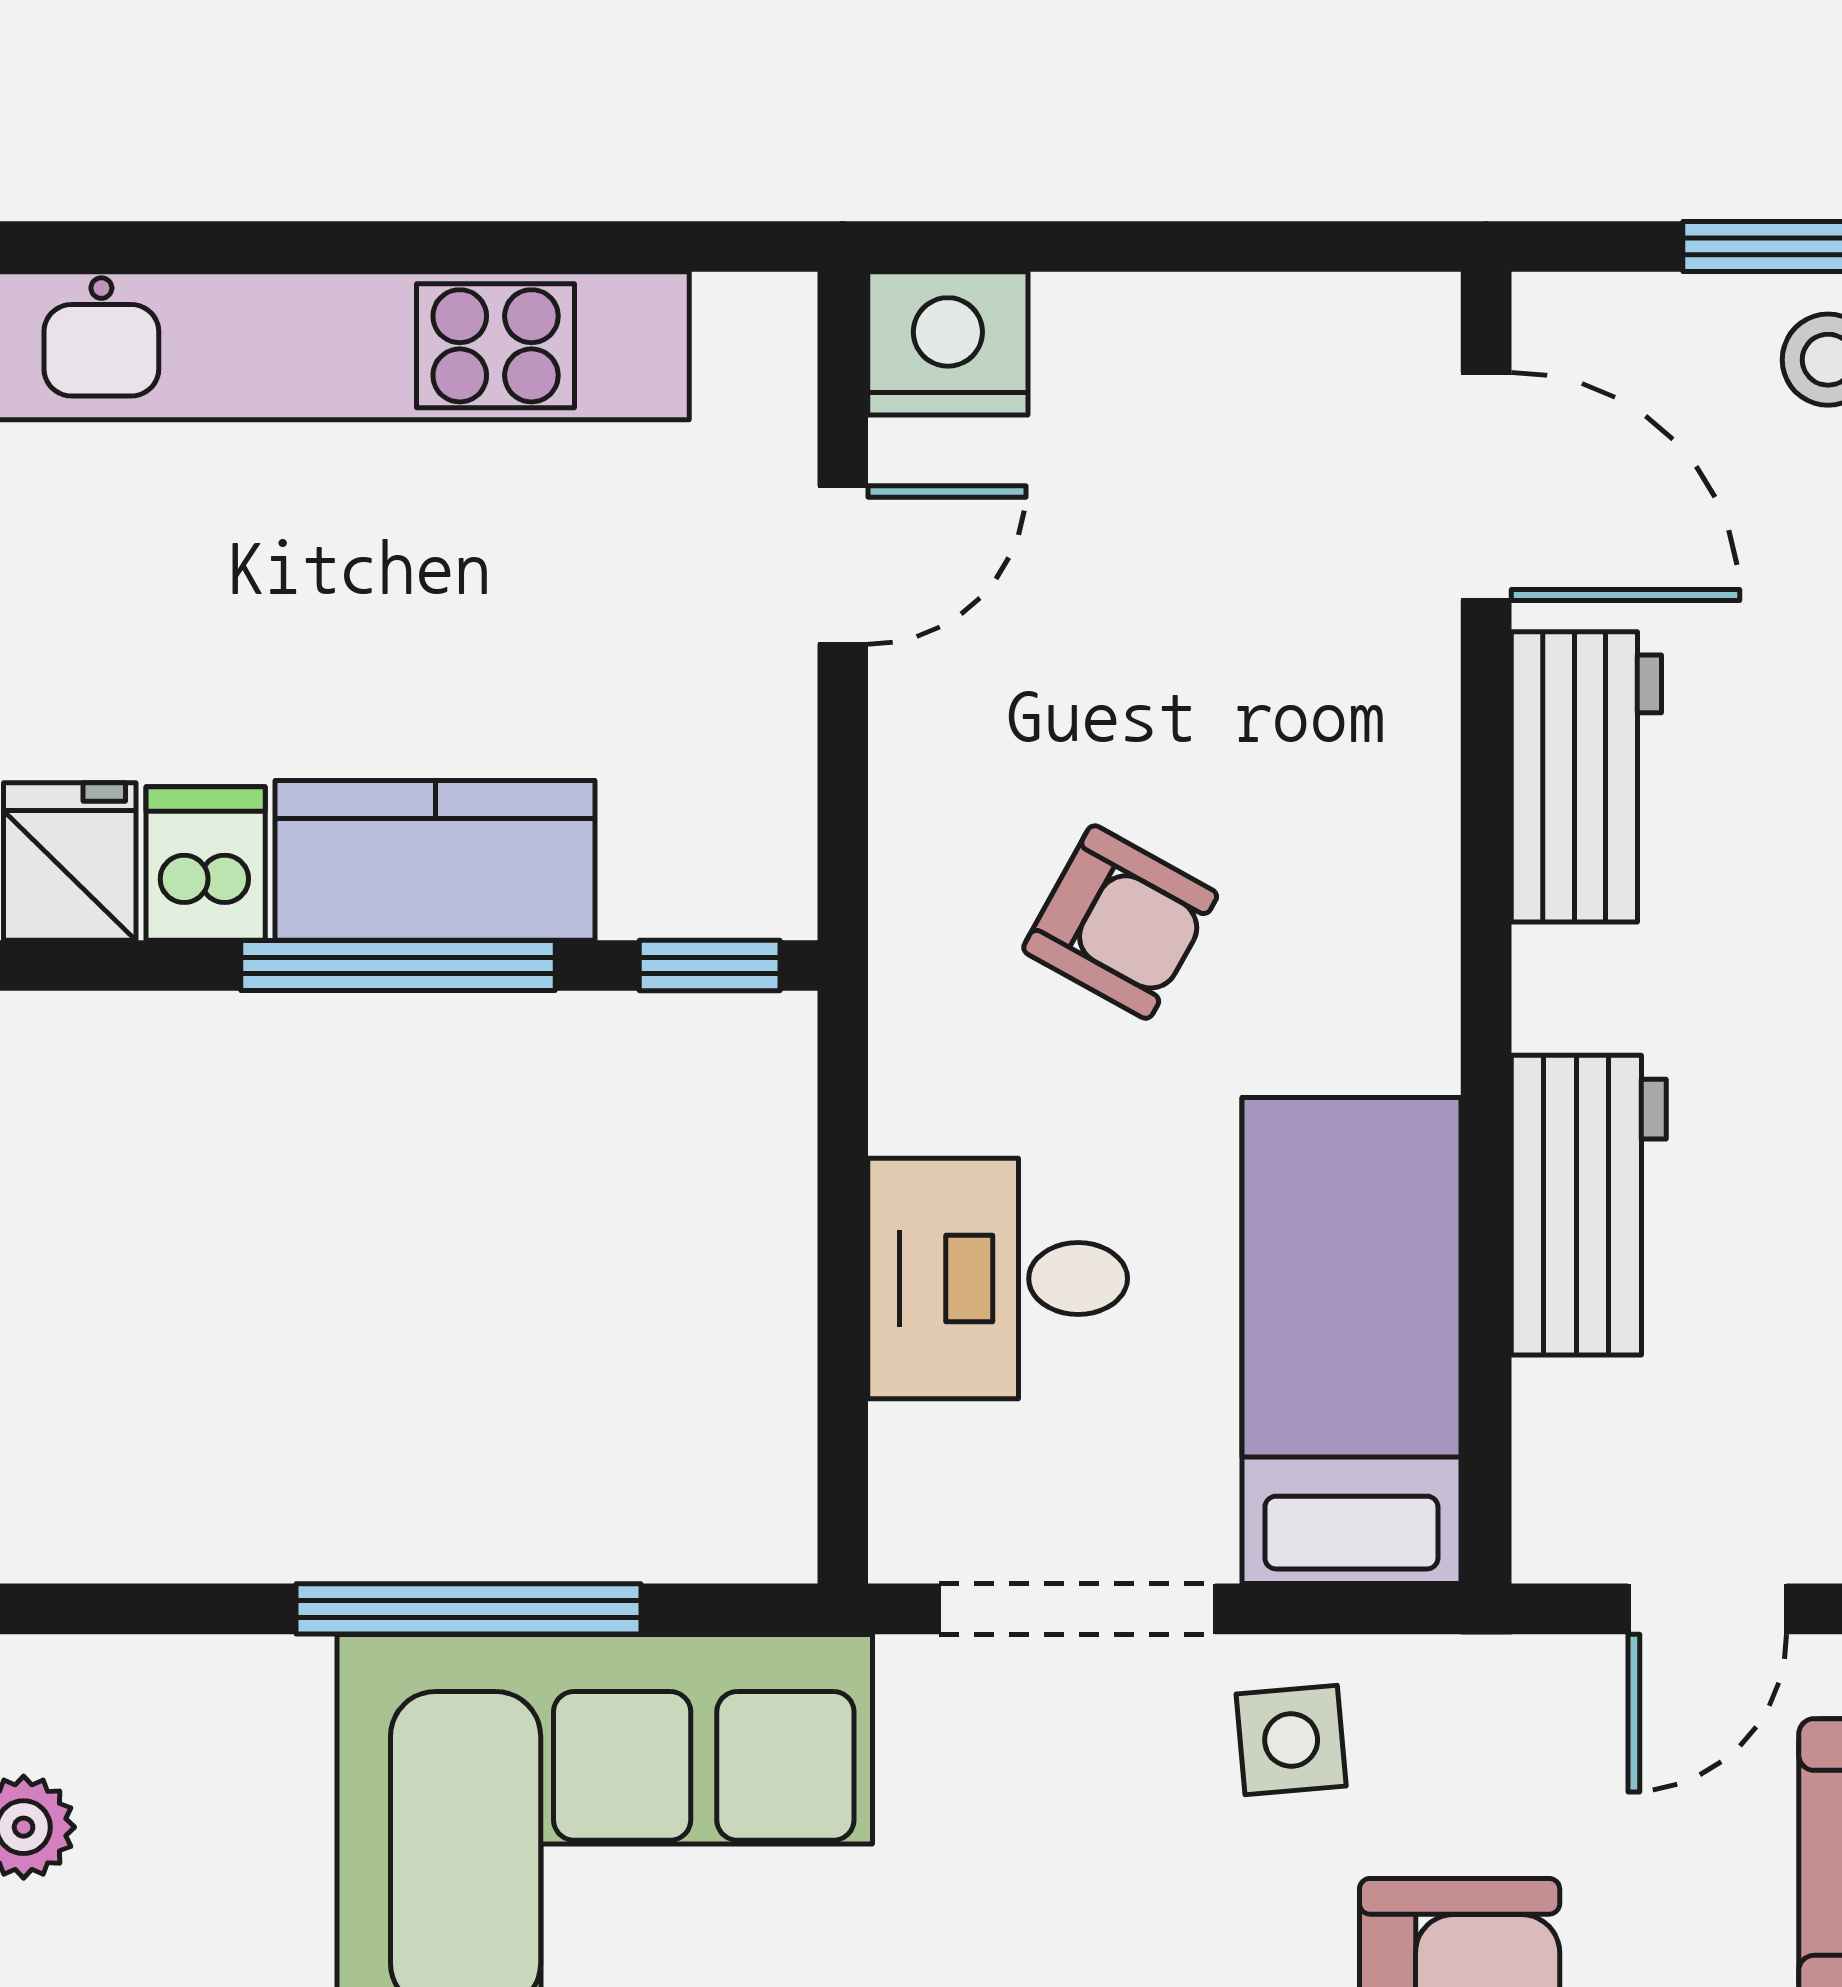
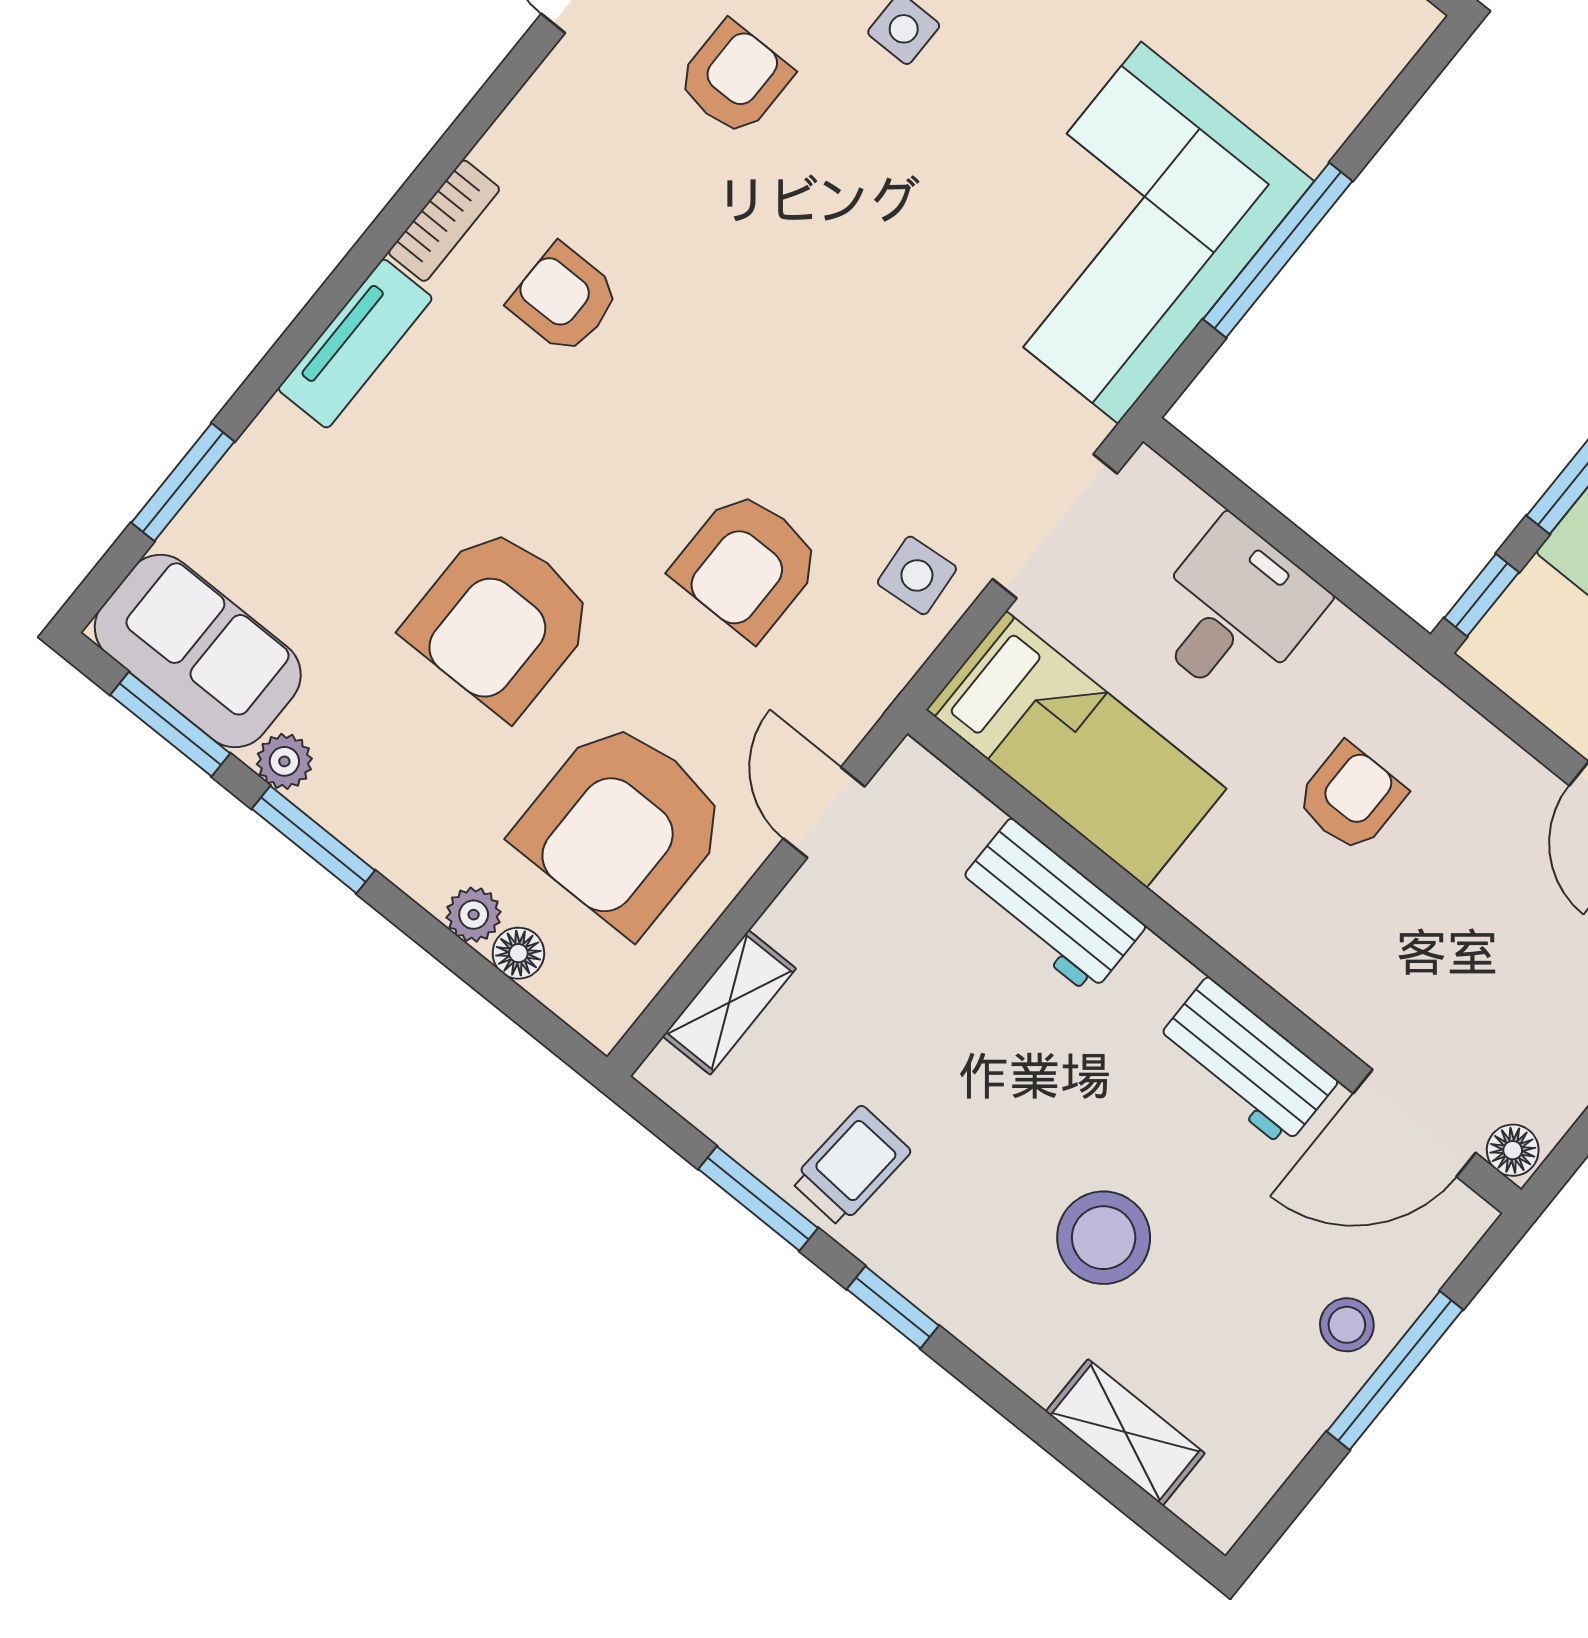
floor lamp: (1417, 326) -> (1513, 1150), added
armchair: (1120, 922) -> (1351, 797), turned 151

